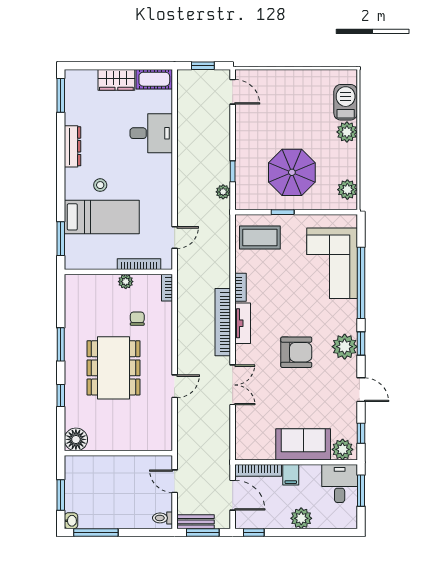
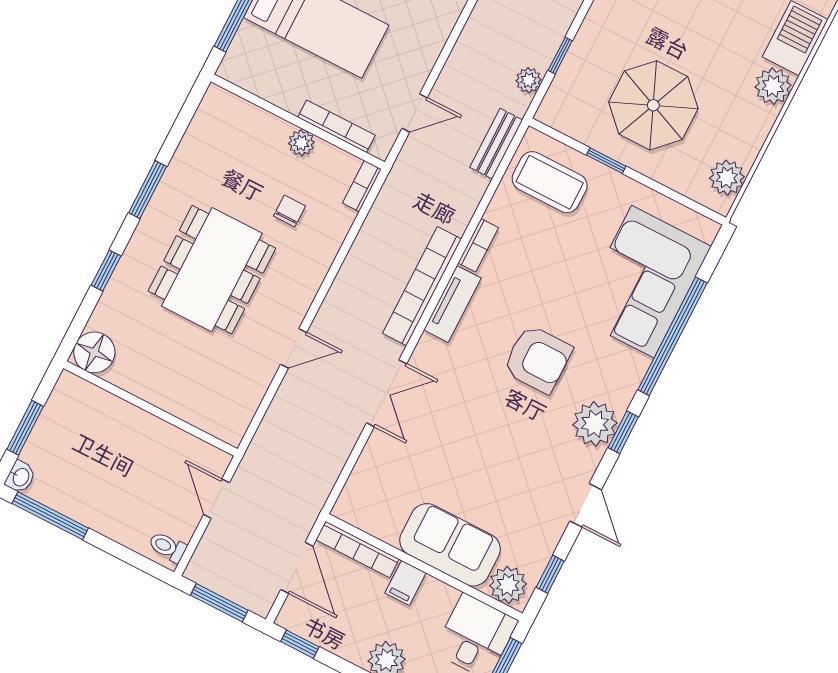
armchair: (296, 352) -> (538, 359), moved
bench: (195, 522) -> (496, 144), moved, turned 90

